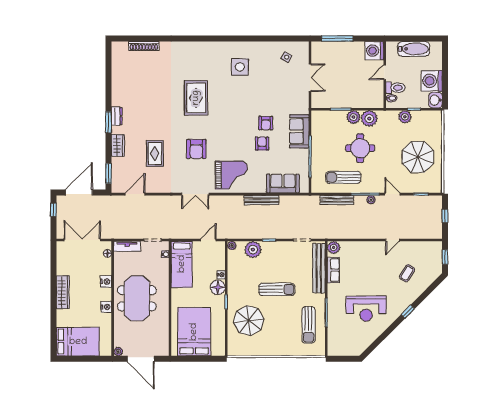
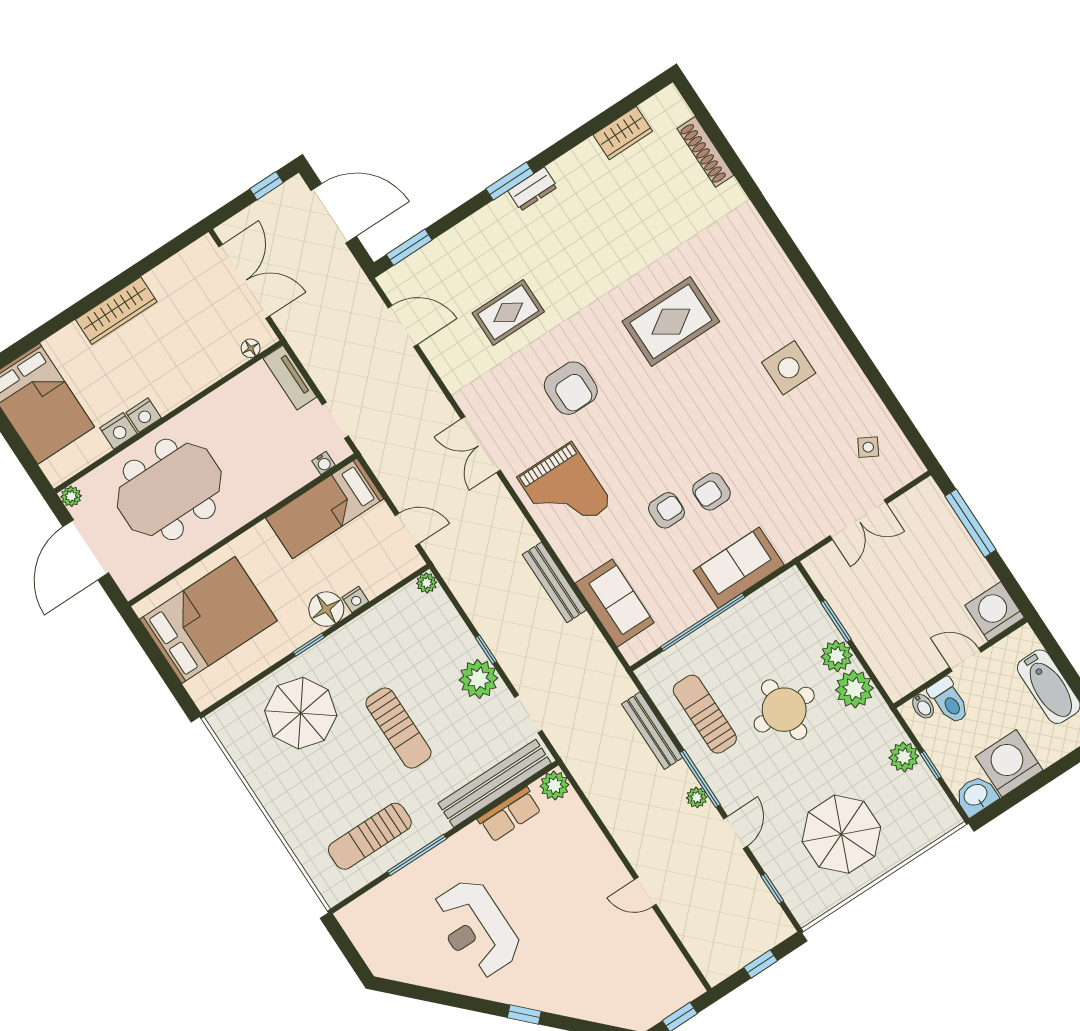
wardrobe: (118, 145) -> (623, 133), moved
armchair: (196, 149) -> (571, 388), turned -90
plant: (253, 250) -> (479, 679), moved
coffee table: (407, 273) -> (599, 963), removed
nightstand: (106, 282) -> (119, 431), moved
meeting table: (137, 298) -> (169, 489), moved

